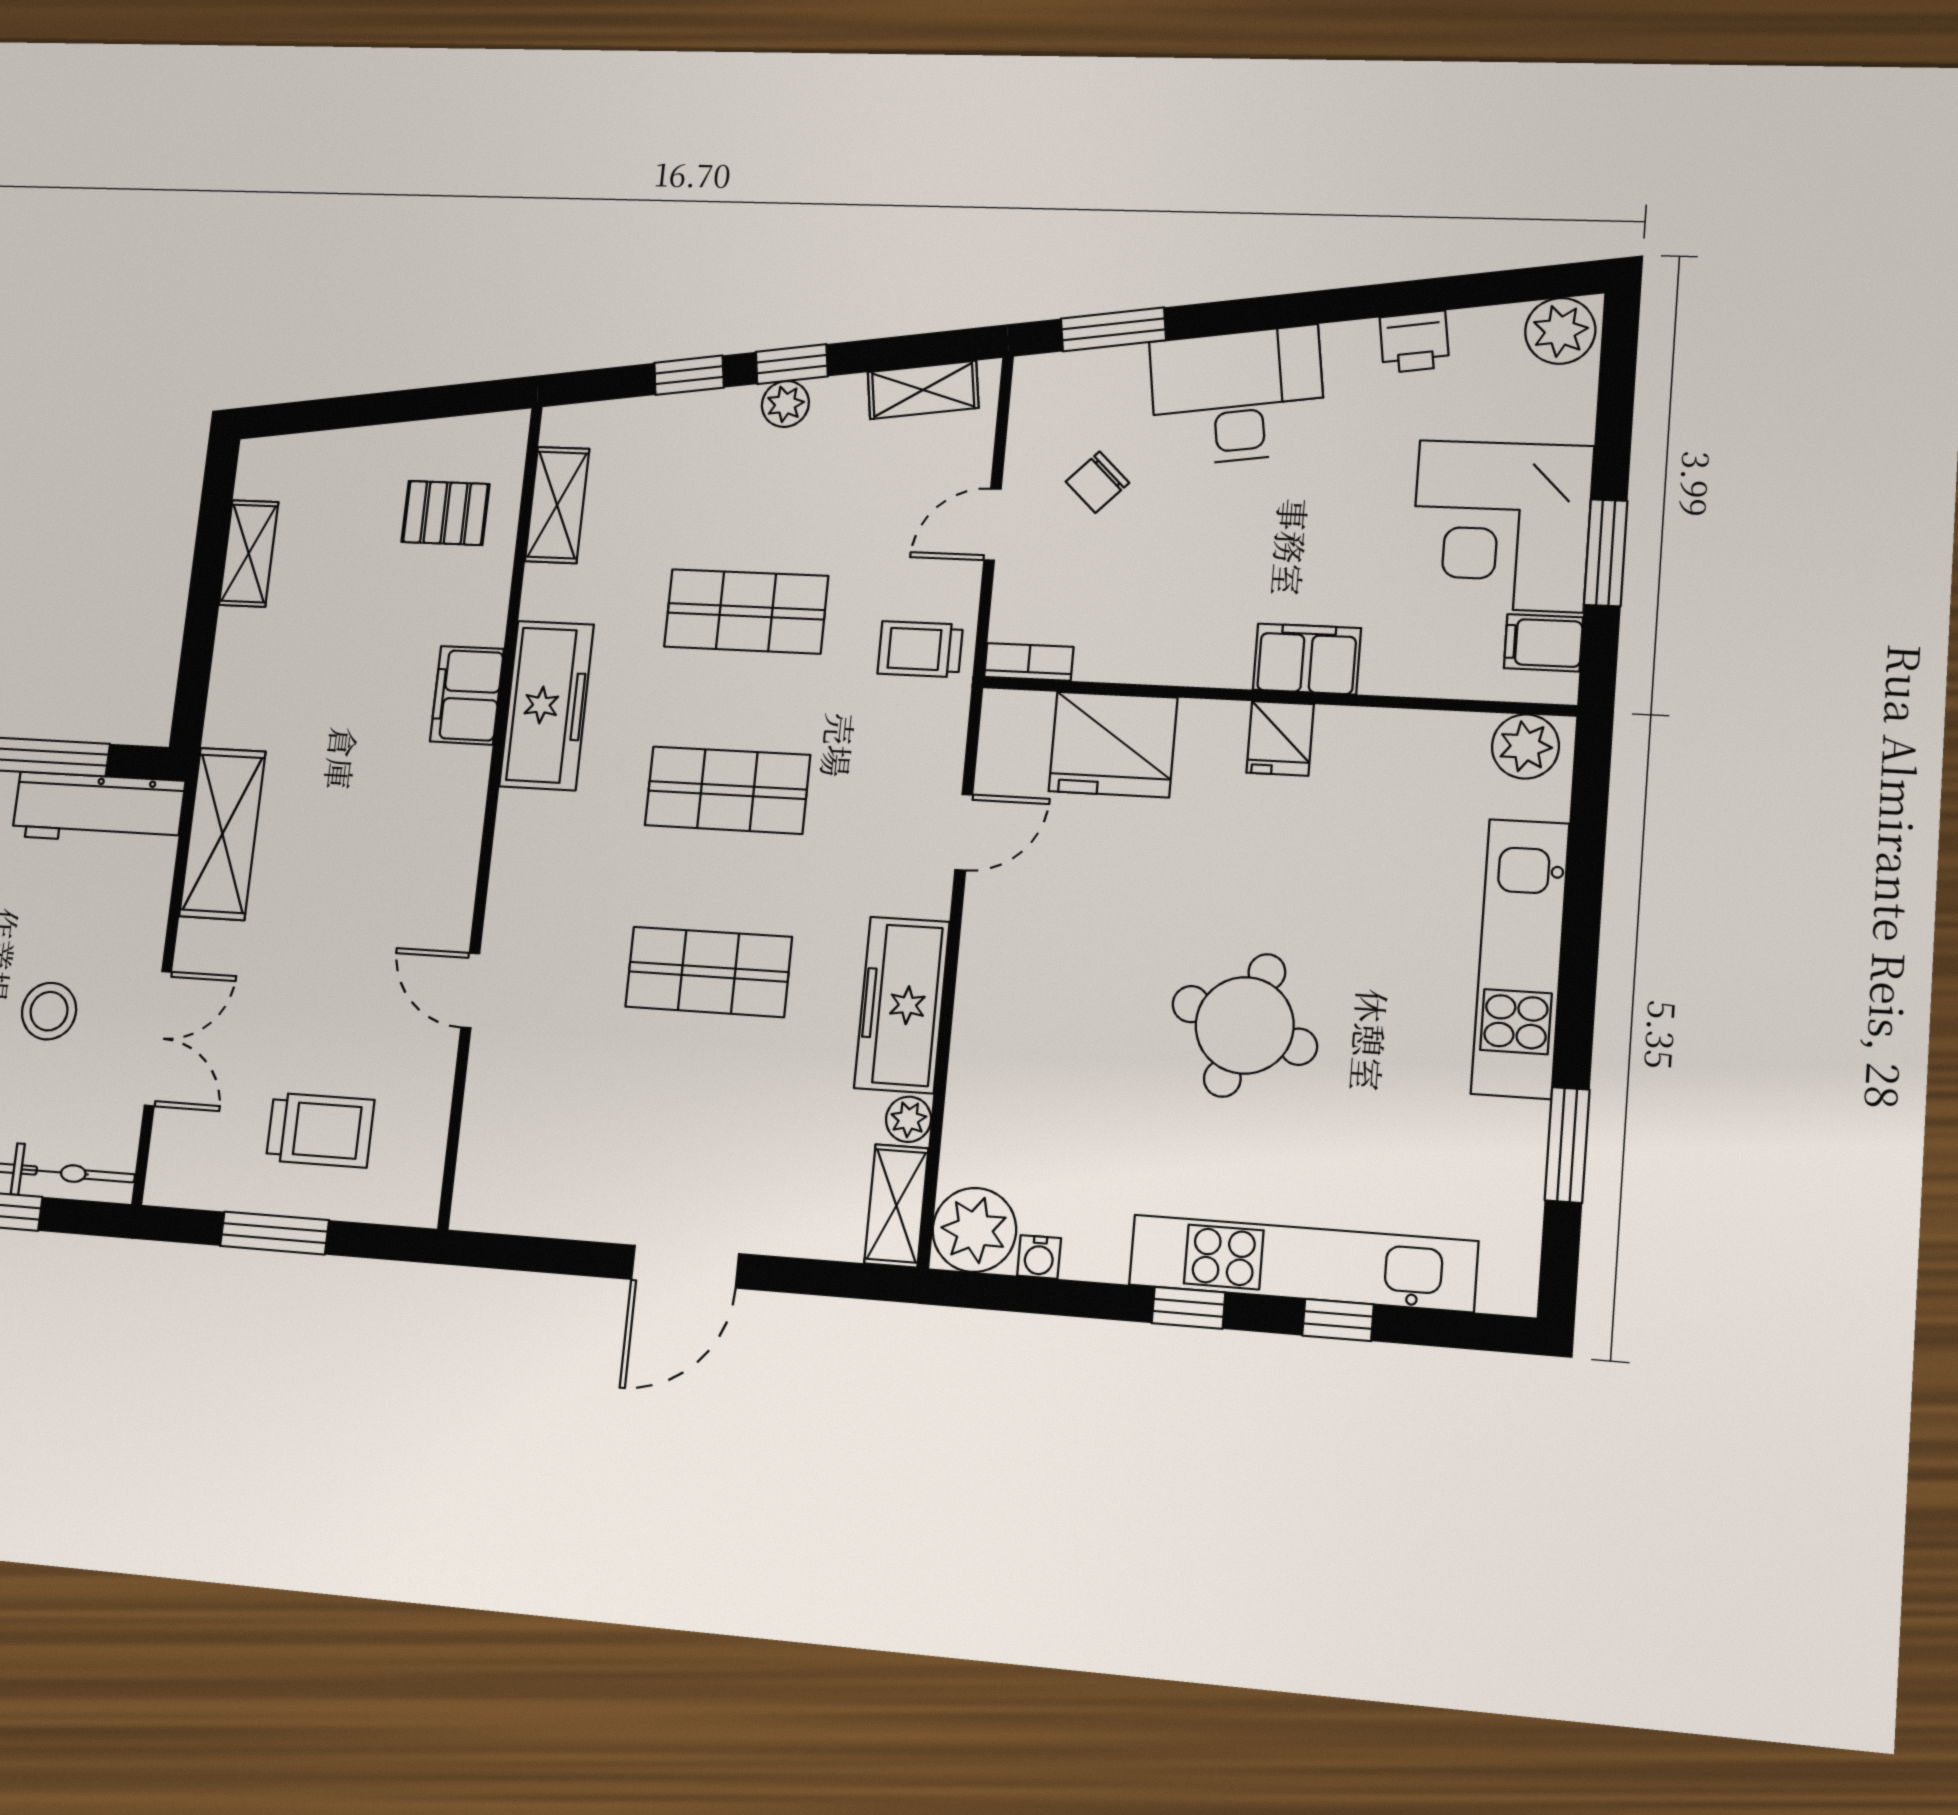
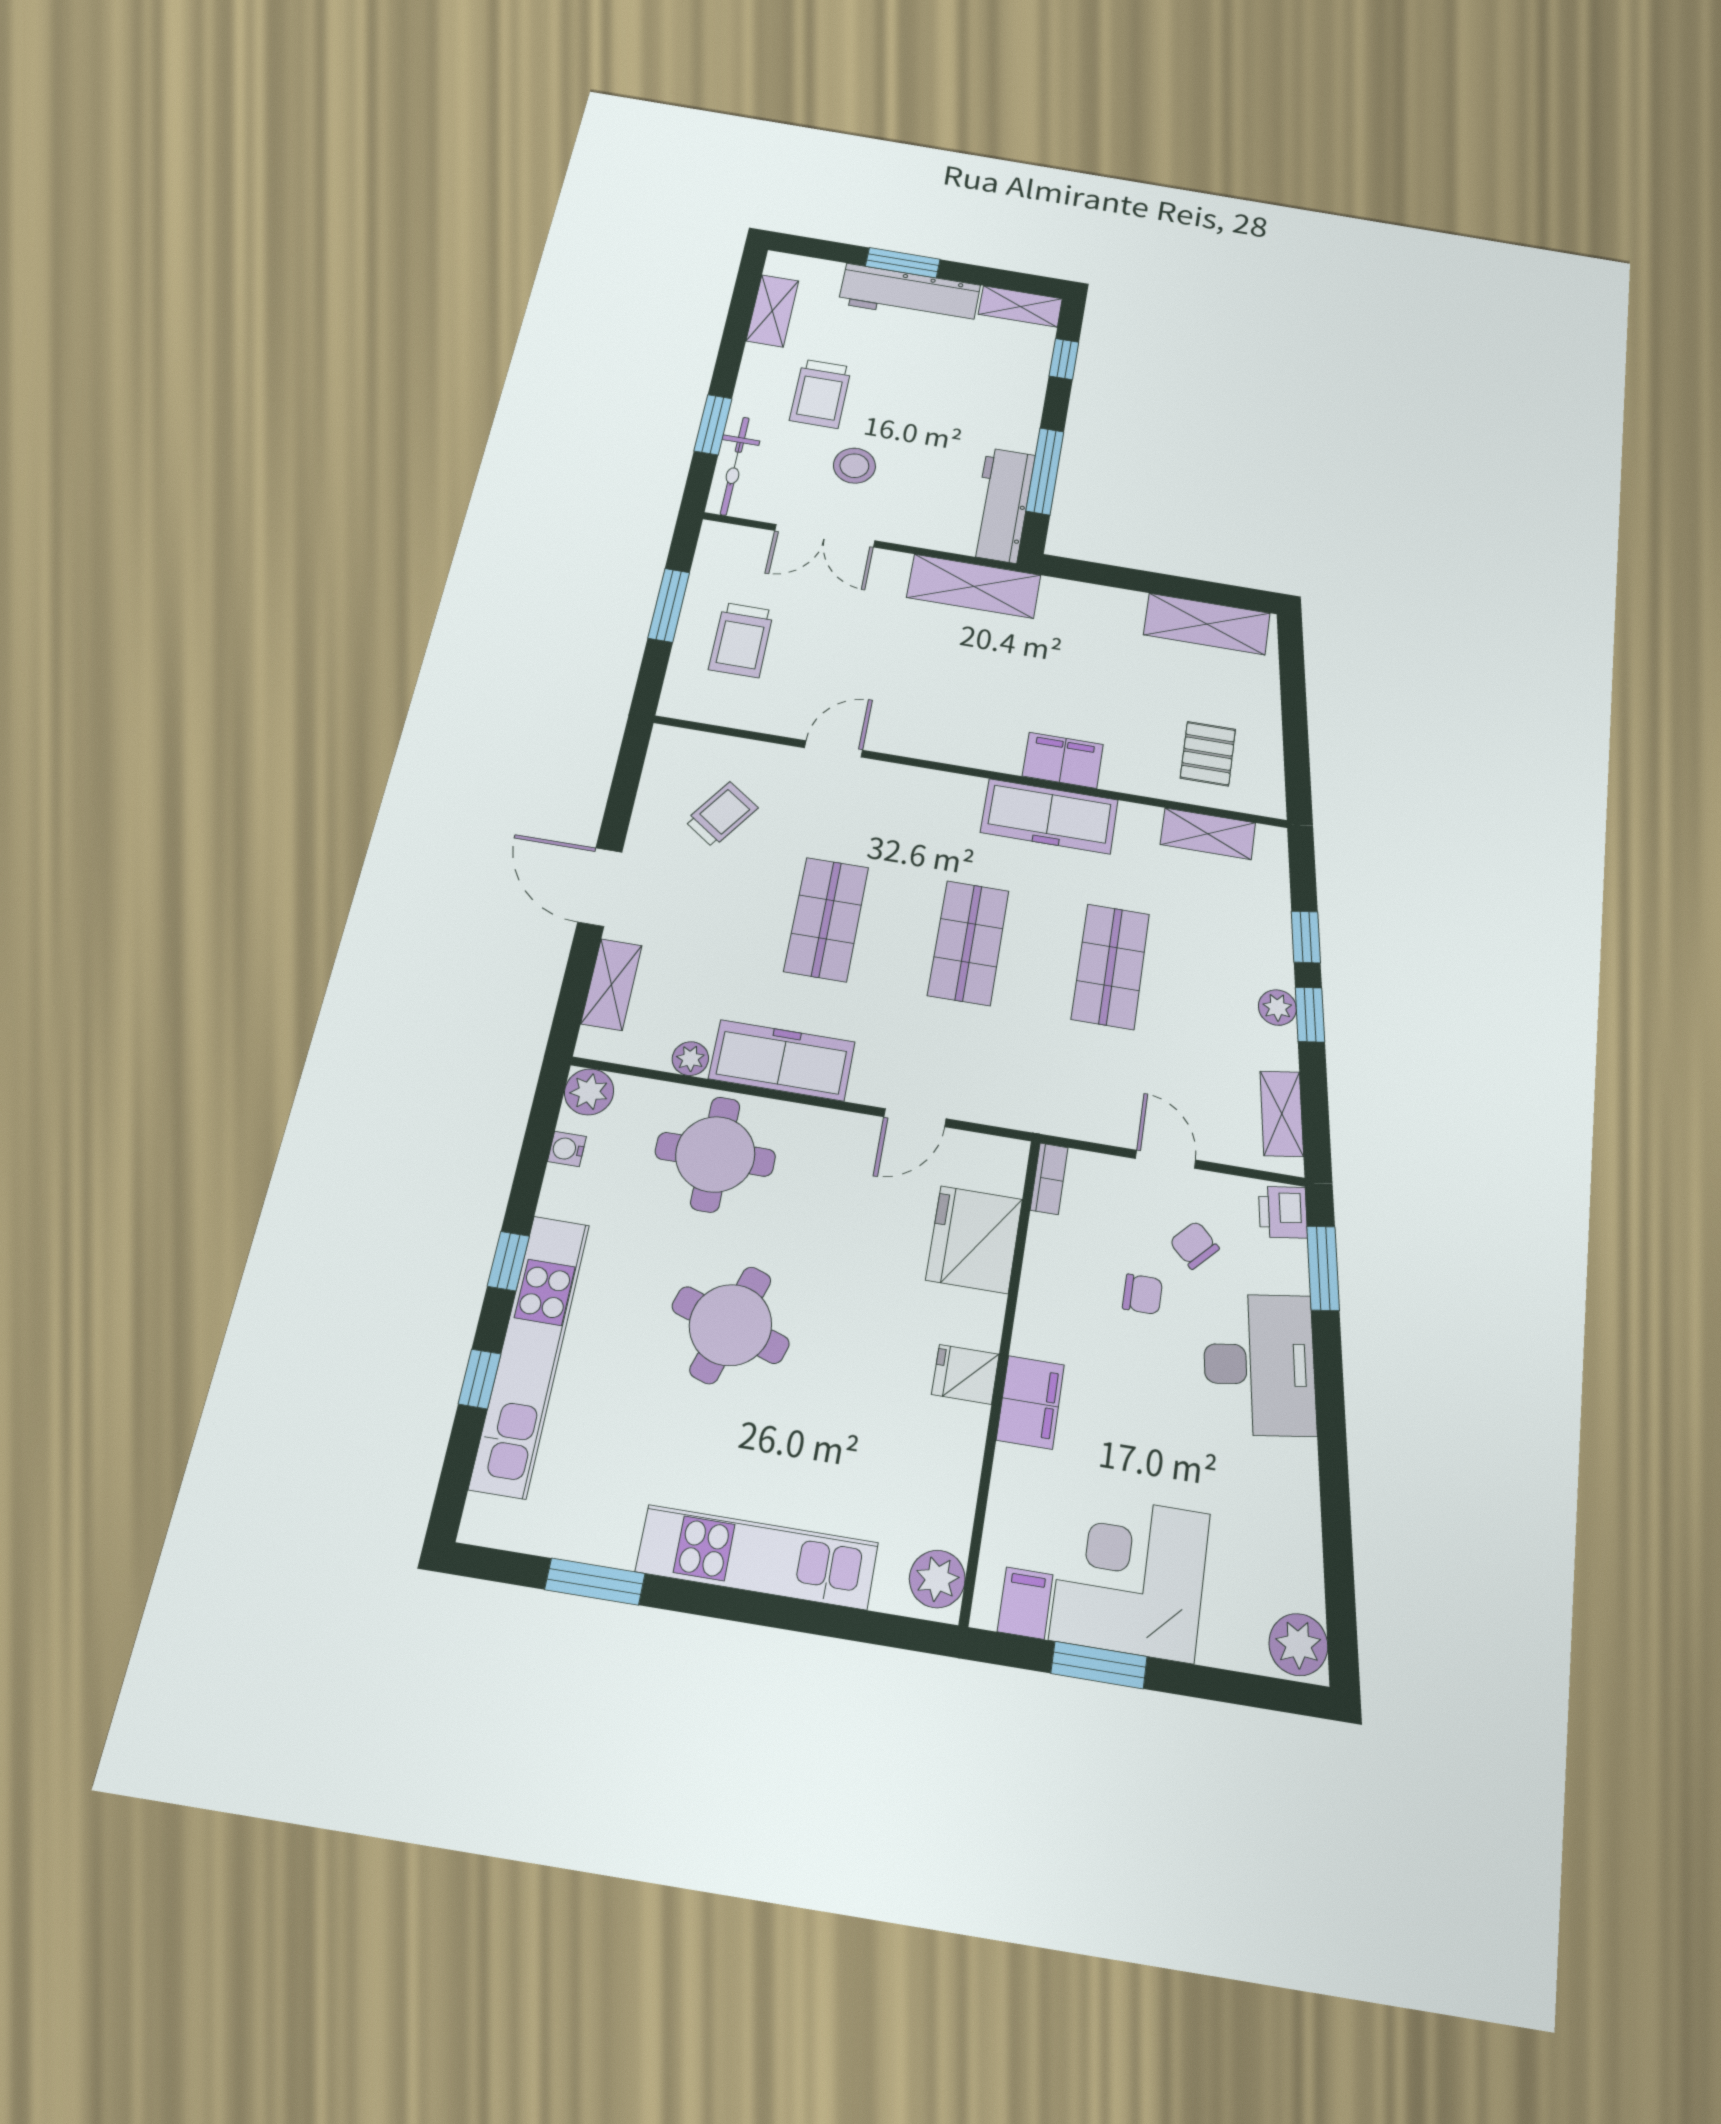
printer: (1414, 342) -> (1283, 1212), moved
chair: (1164, 539) -> (1142, 1294), added
shelving: (249, 553) -> (1207, 624), width x1.50, depth x1.33
trolley: (920, 649) -> (722, 815), moved, turned 35
door: (964, 832) -> (915, 1118), hinge flipped
round table: (1031, 1072) -> (715, 1154), added
shelving: (896, 1206) -> (612, 985), moved, turned 90
plant: (974, 1230) -> (589, 1092), width x0.73, depth x0.73

